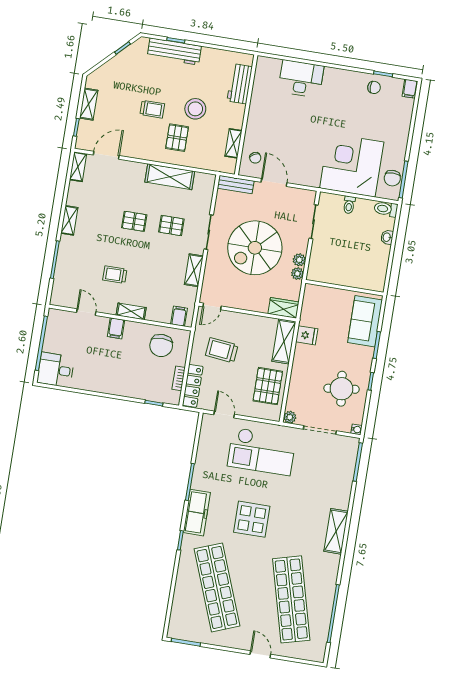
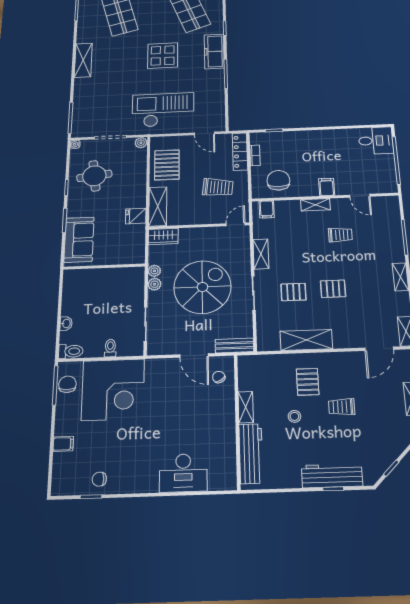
workbench: (240, 84) -> (251, 454), width x1.38
filing cabinet: (410, 89) -> (63, 444), moved, turned 90
stool: (195, 109) -> (294, 416), width x0.53, depth x0.53
shelving: (234, 143) -> (246, 407), moved

